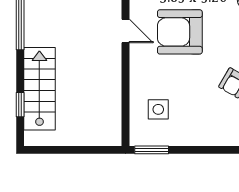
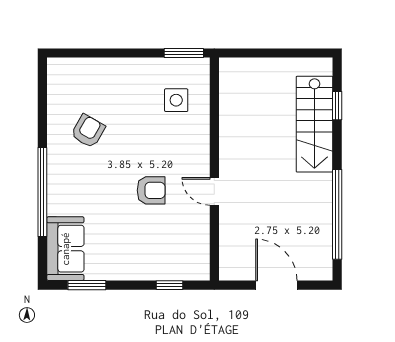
armchair: (180, 32) -> (151, 190), width x0.53, depth x0.53

